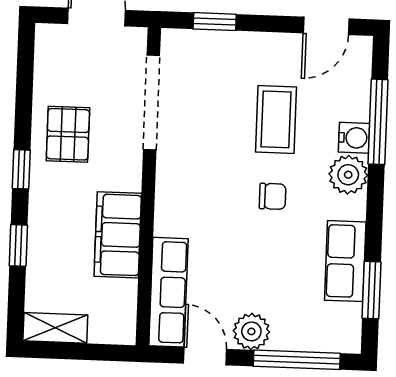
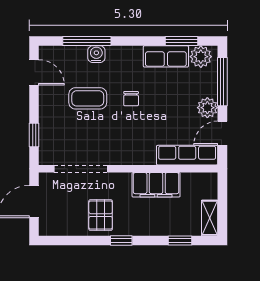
pallet: (68, 134) -> (101, 215), turned 90
plant: (348, 175) -> (201, 57), moved
chair: (273, 196) -> (131, 99), turned 180
window: (18, 245) -> (180, 241), moved

